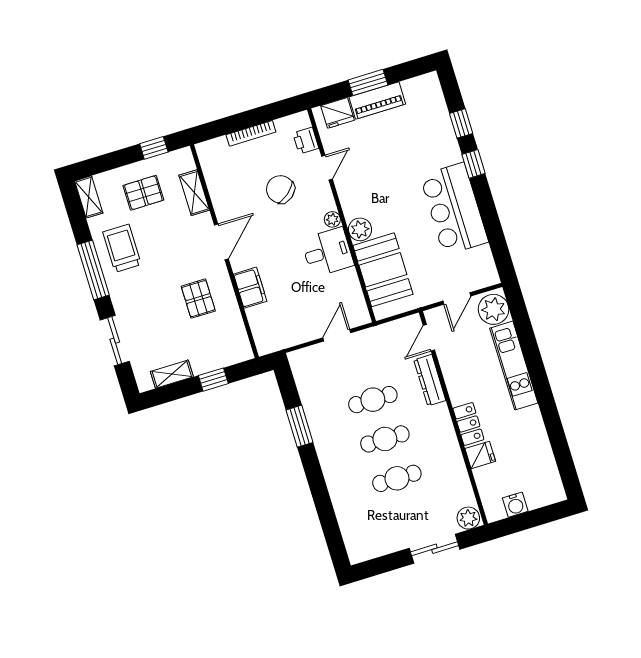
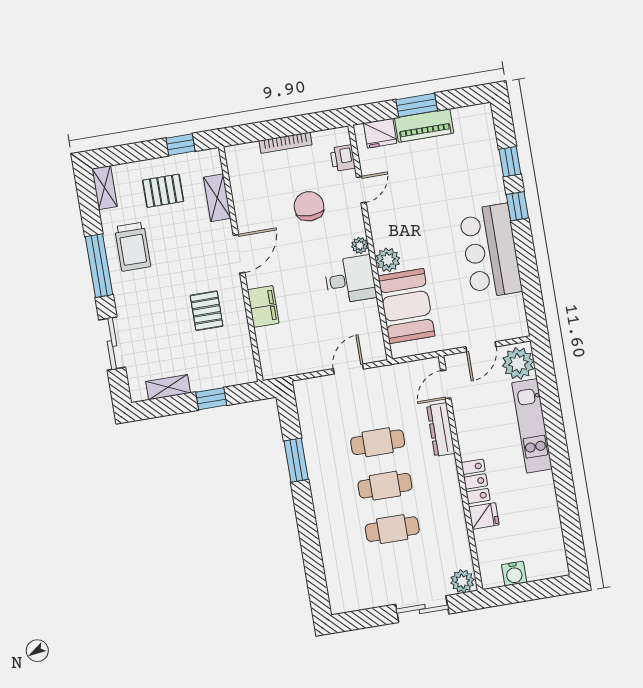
chair: (280, 189) -> (309, 206), turned 39
trolley: (122, 248) -> (133, 247), turned 180

